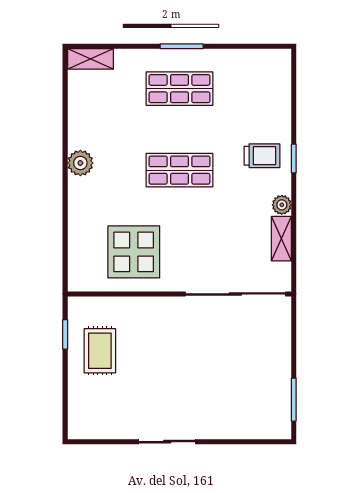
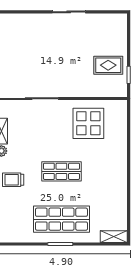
shop shelf: (179, 89) -> (61, 219), width x1.43, depth x1.36
plant: (80, 163) -> (120, 175), removed
rug: (100, 351) -> (108, 65), turned 90

